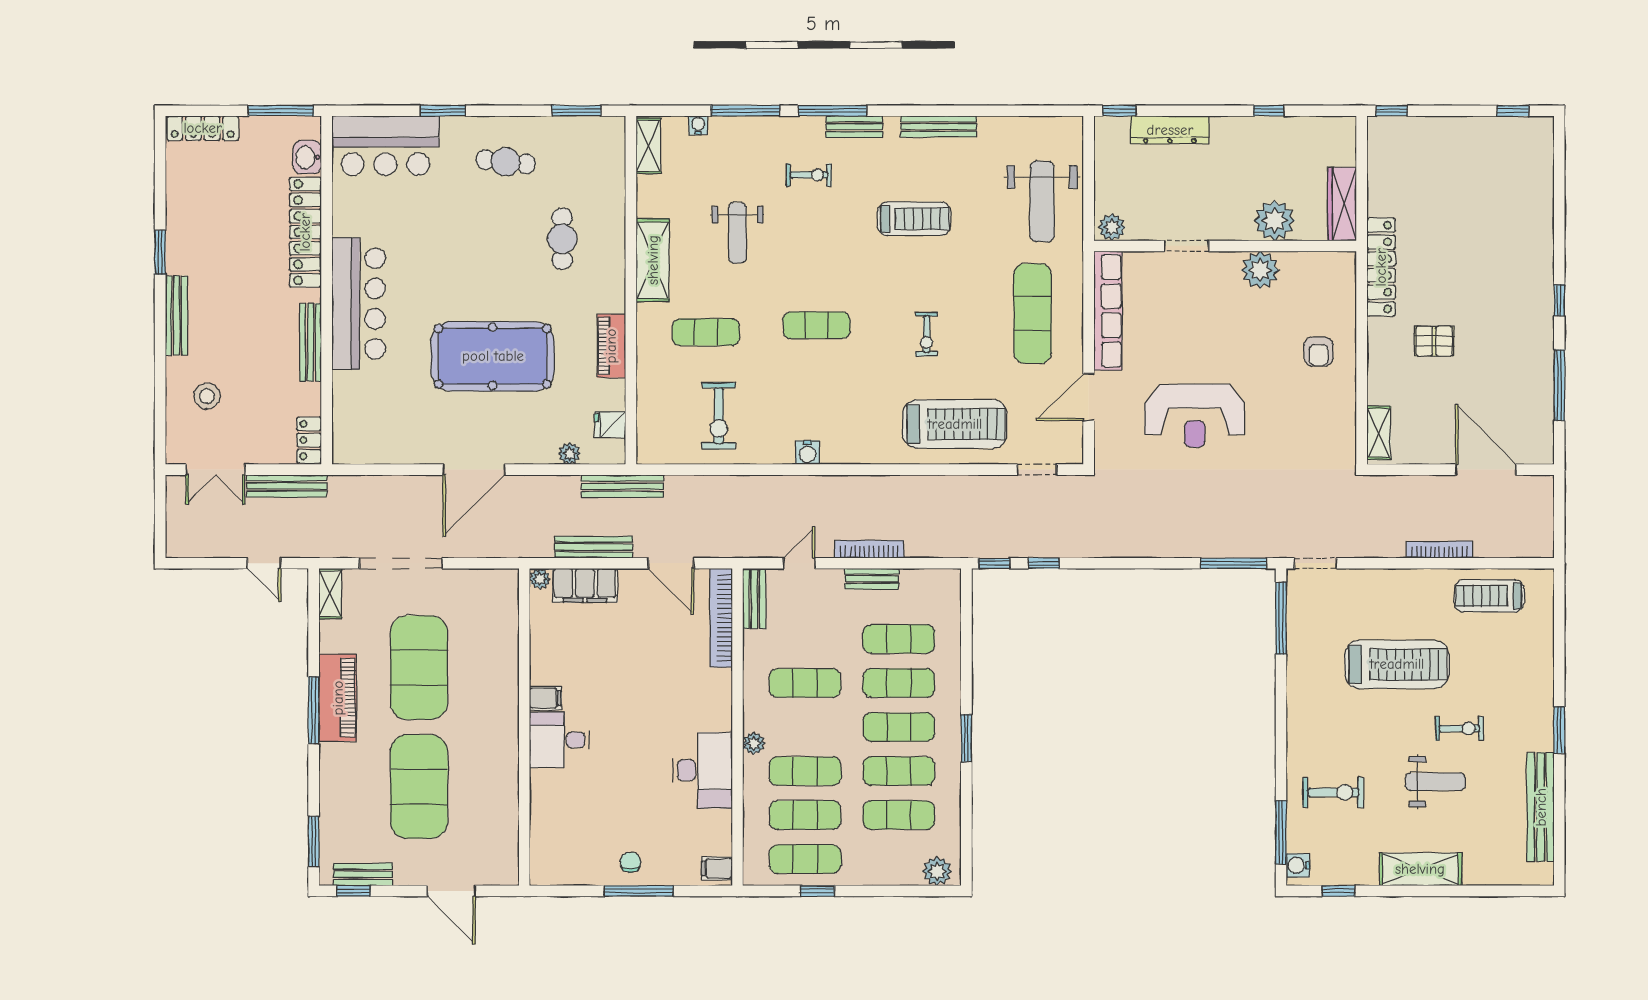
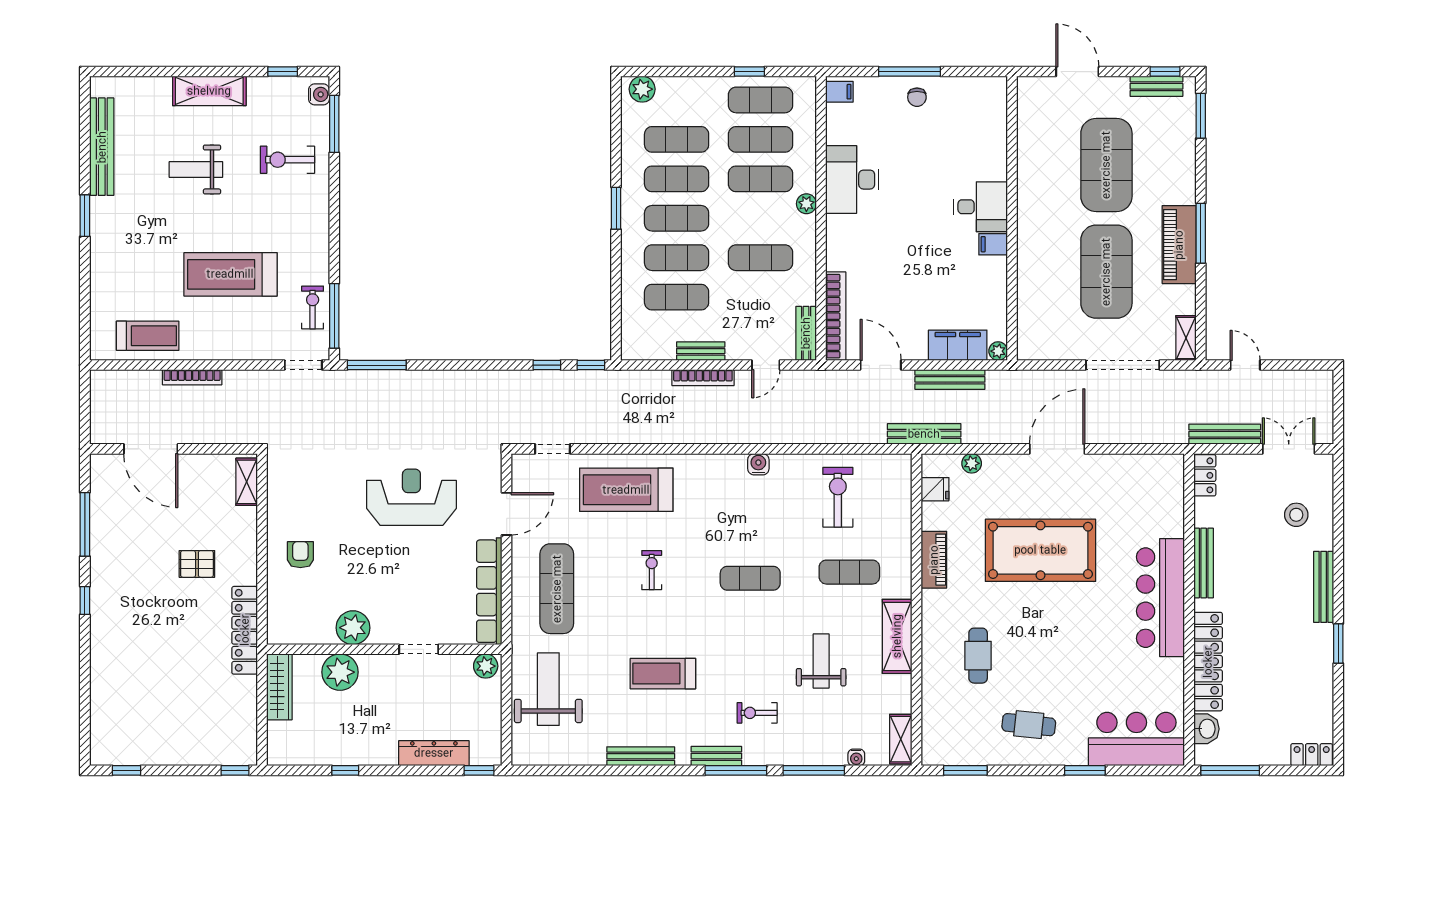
locker: (203, 128) -> (1312, 755), width x0.66
exercise bike: (1459, 729) -> (313, 307), moved, turned 90

